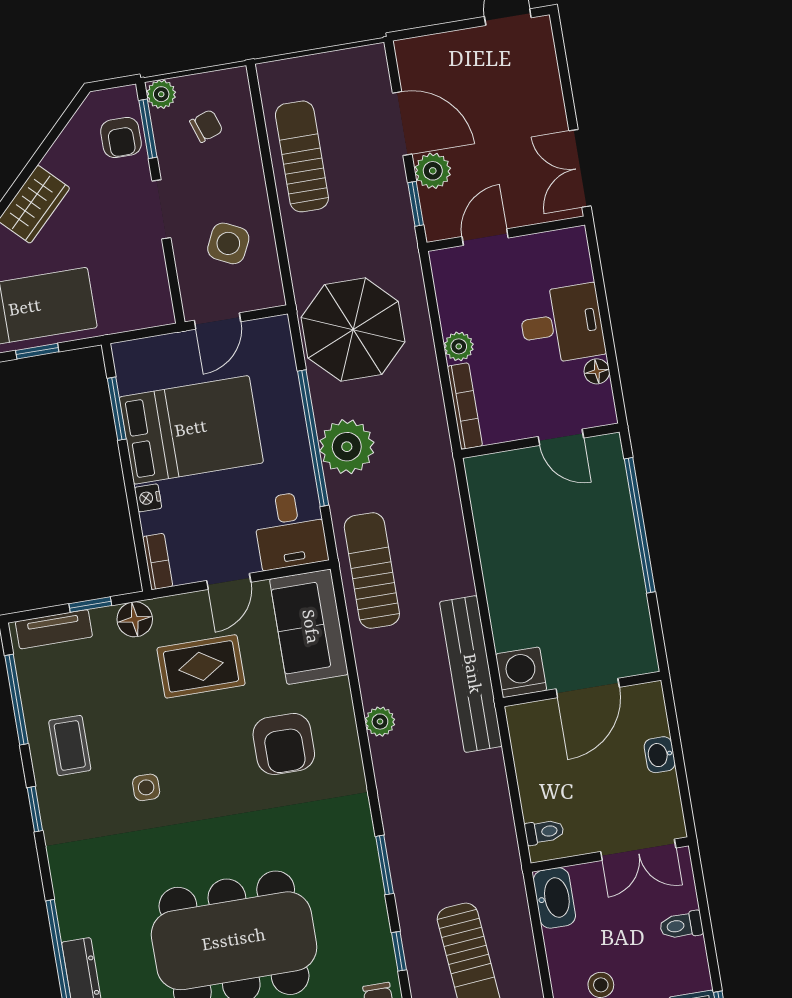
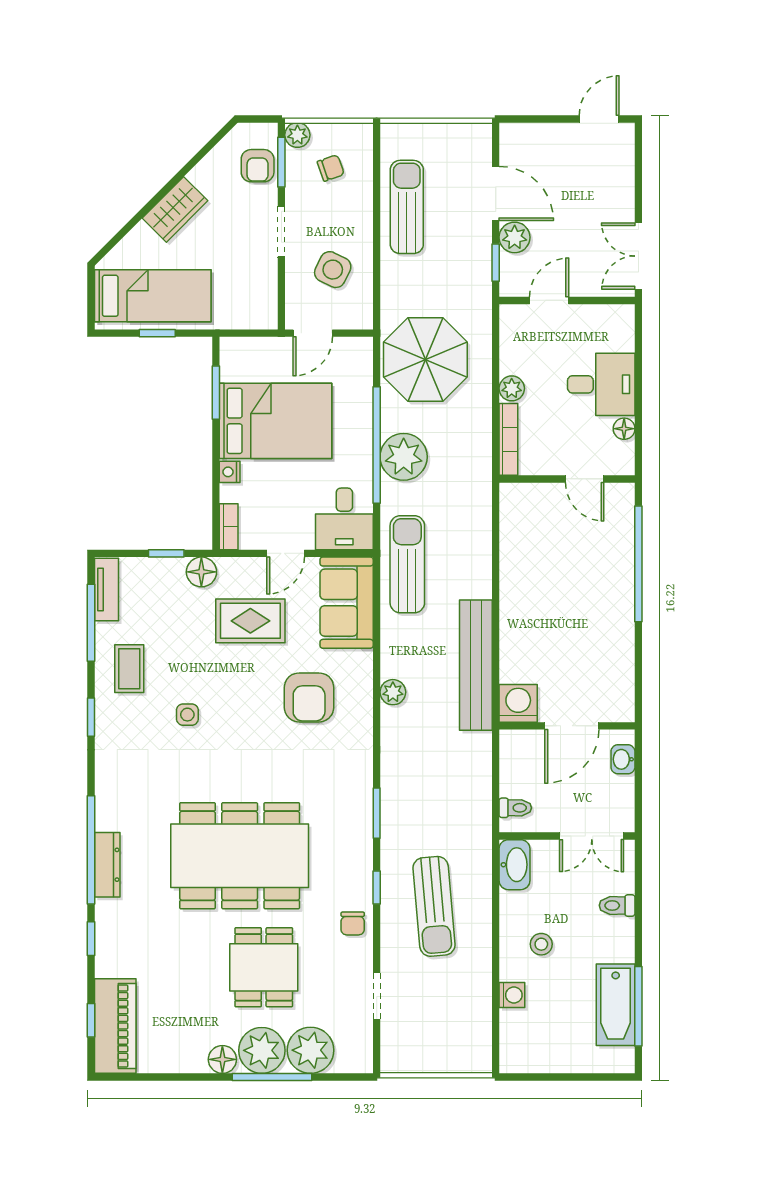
tv unit: (54, 629) -> (106, 589), moved, turned -90
washing machine: (521, 672) -> (518, 703), moved
door: (588, 688) -> (572, 726), moved
wall: (582, 689) -> (567, 726), moved

